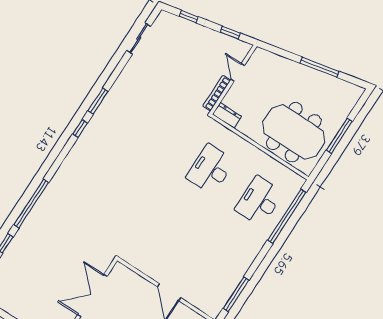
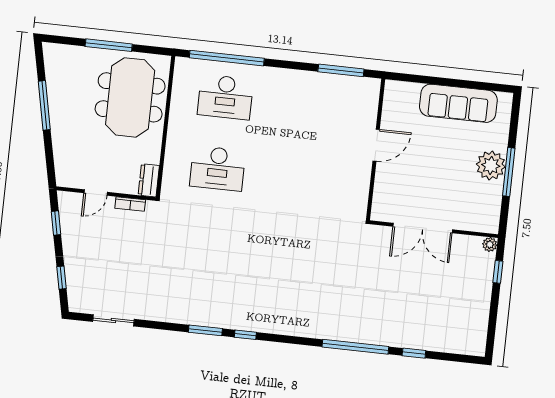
bookcase: (217, 93) -> (130, 204), width x0.64

